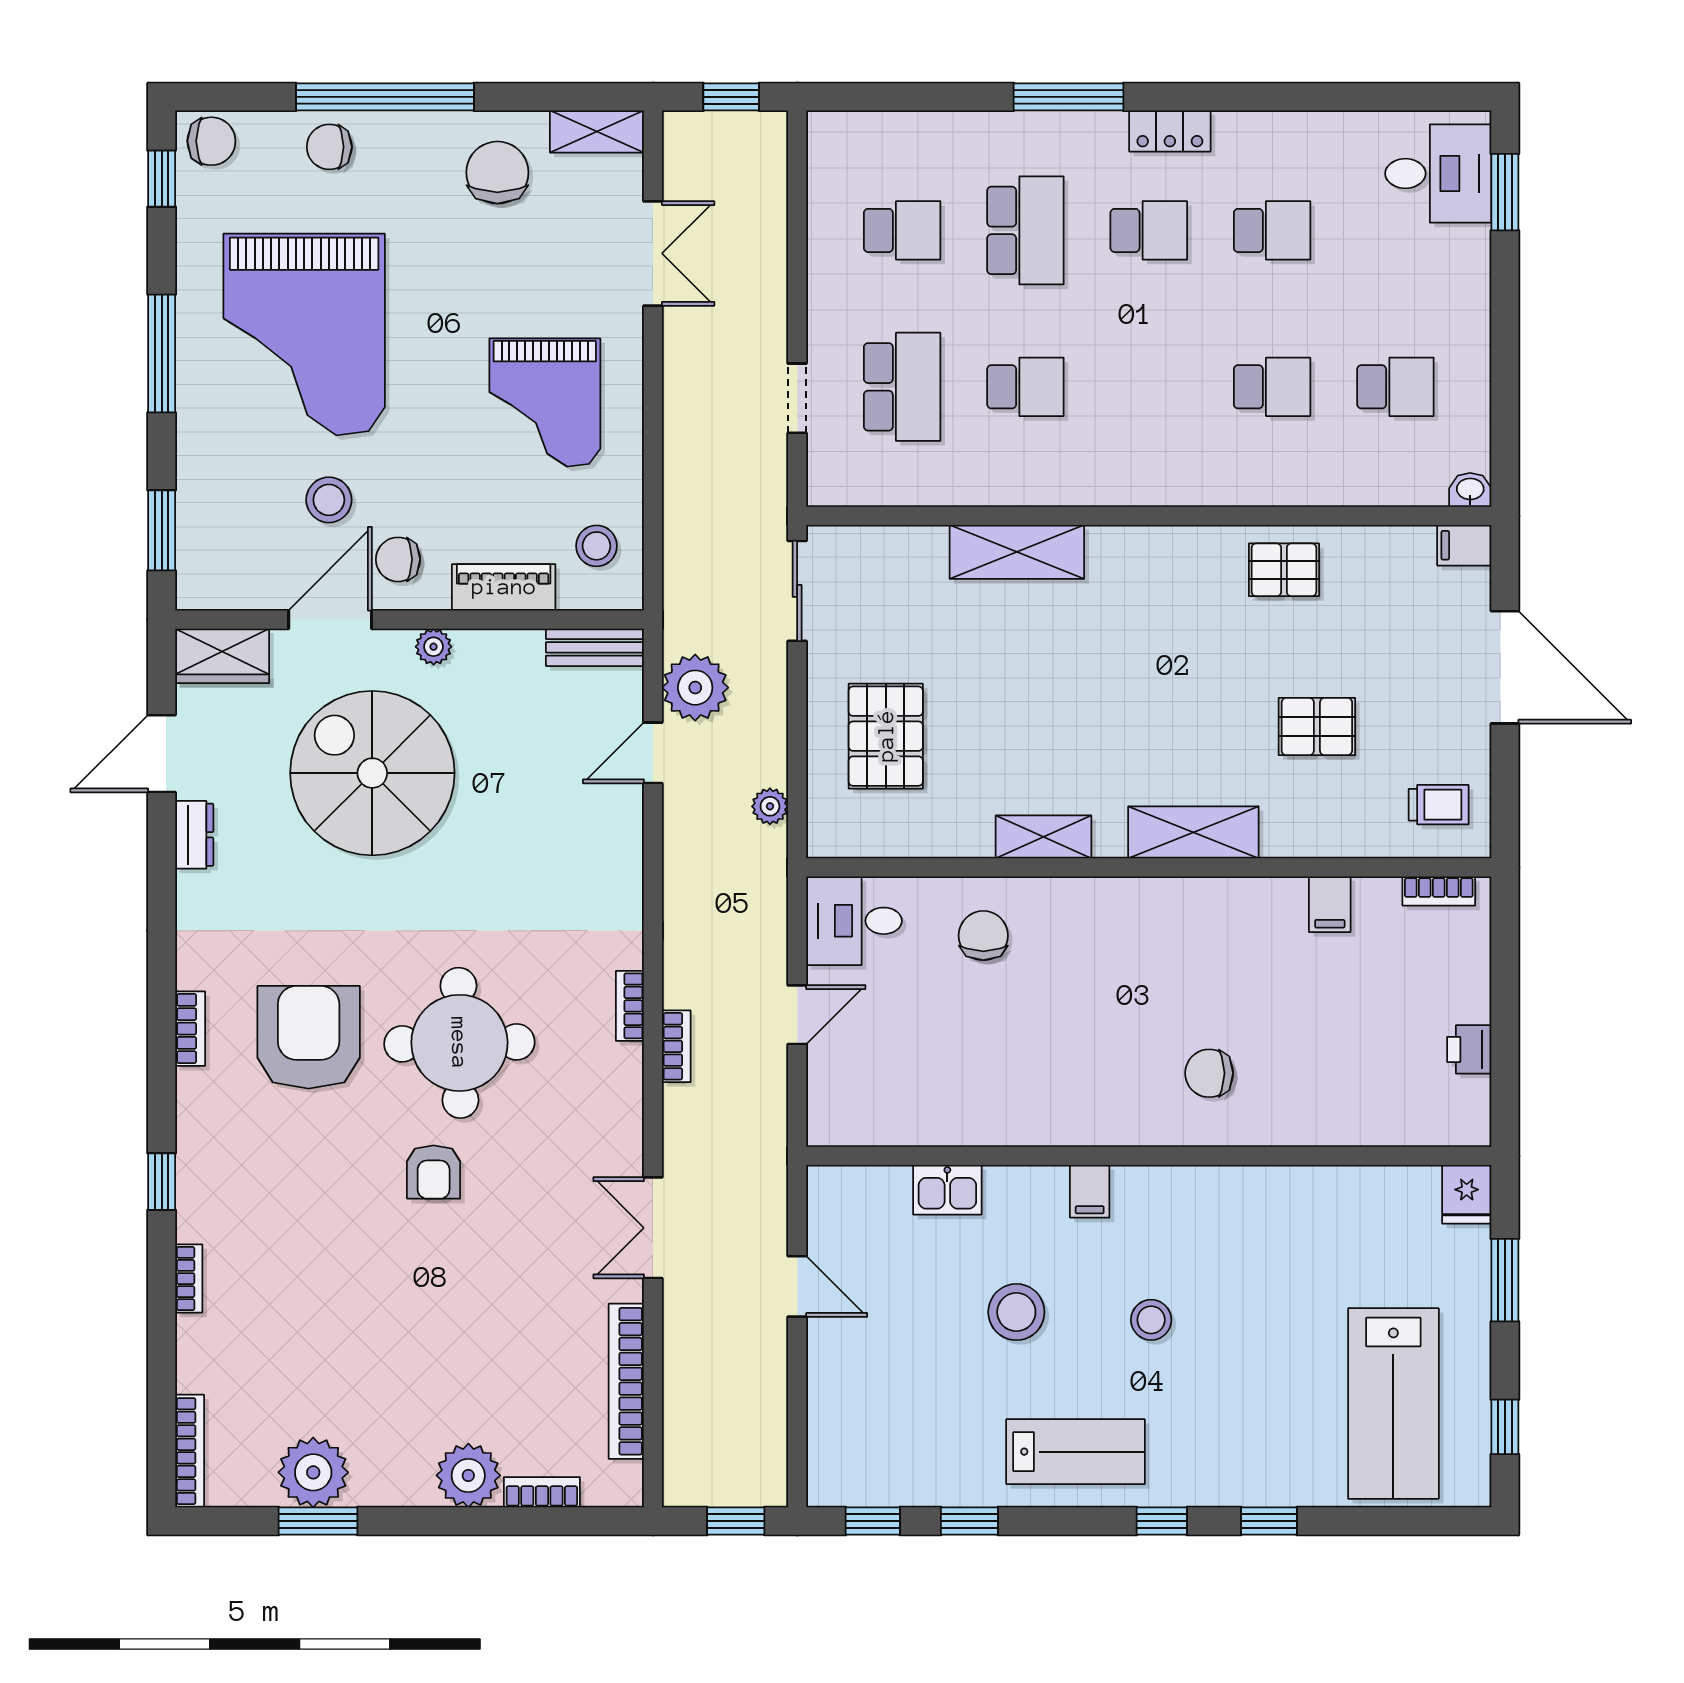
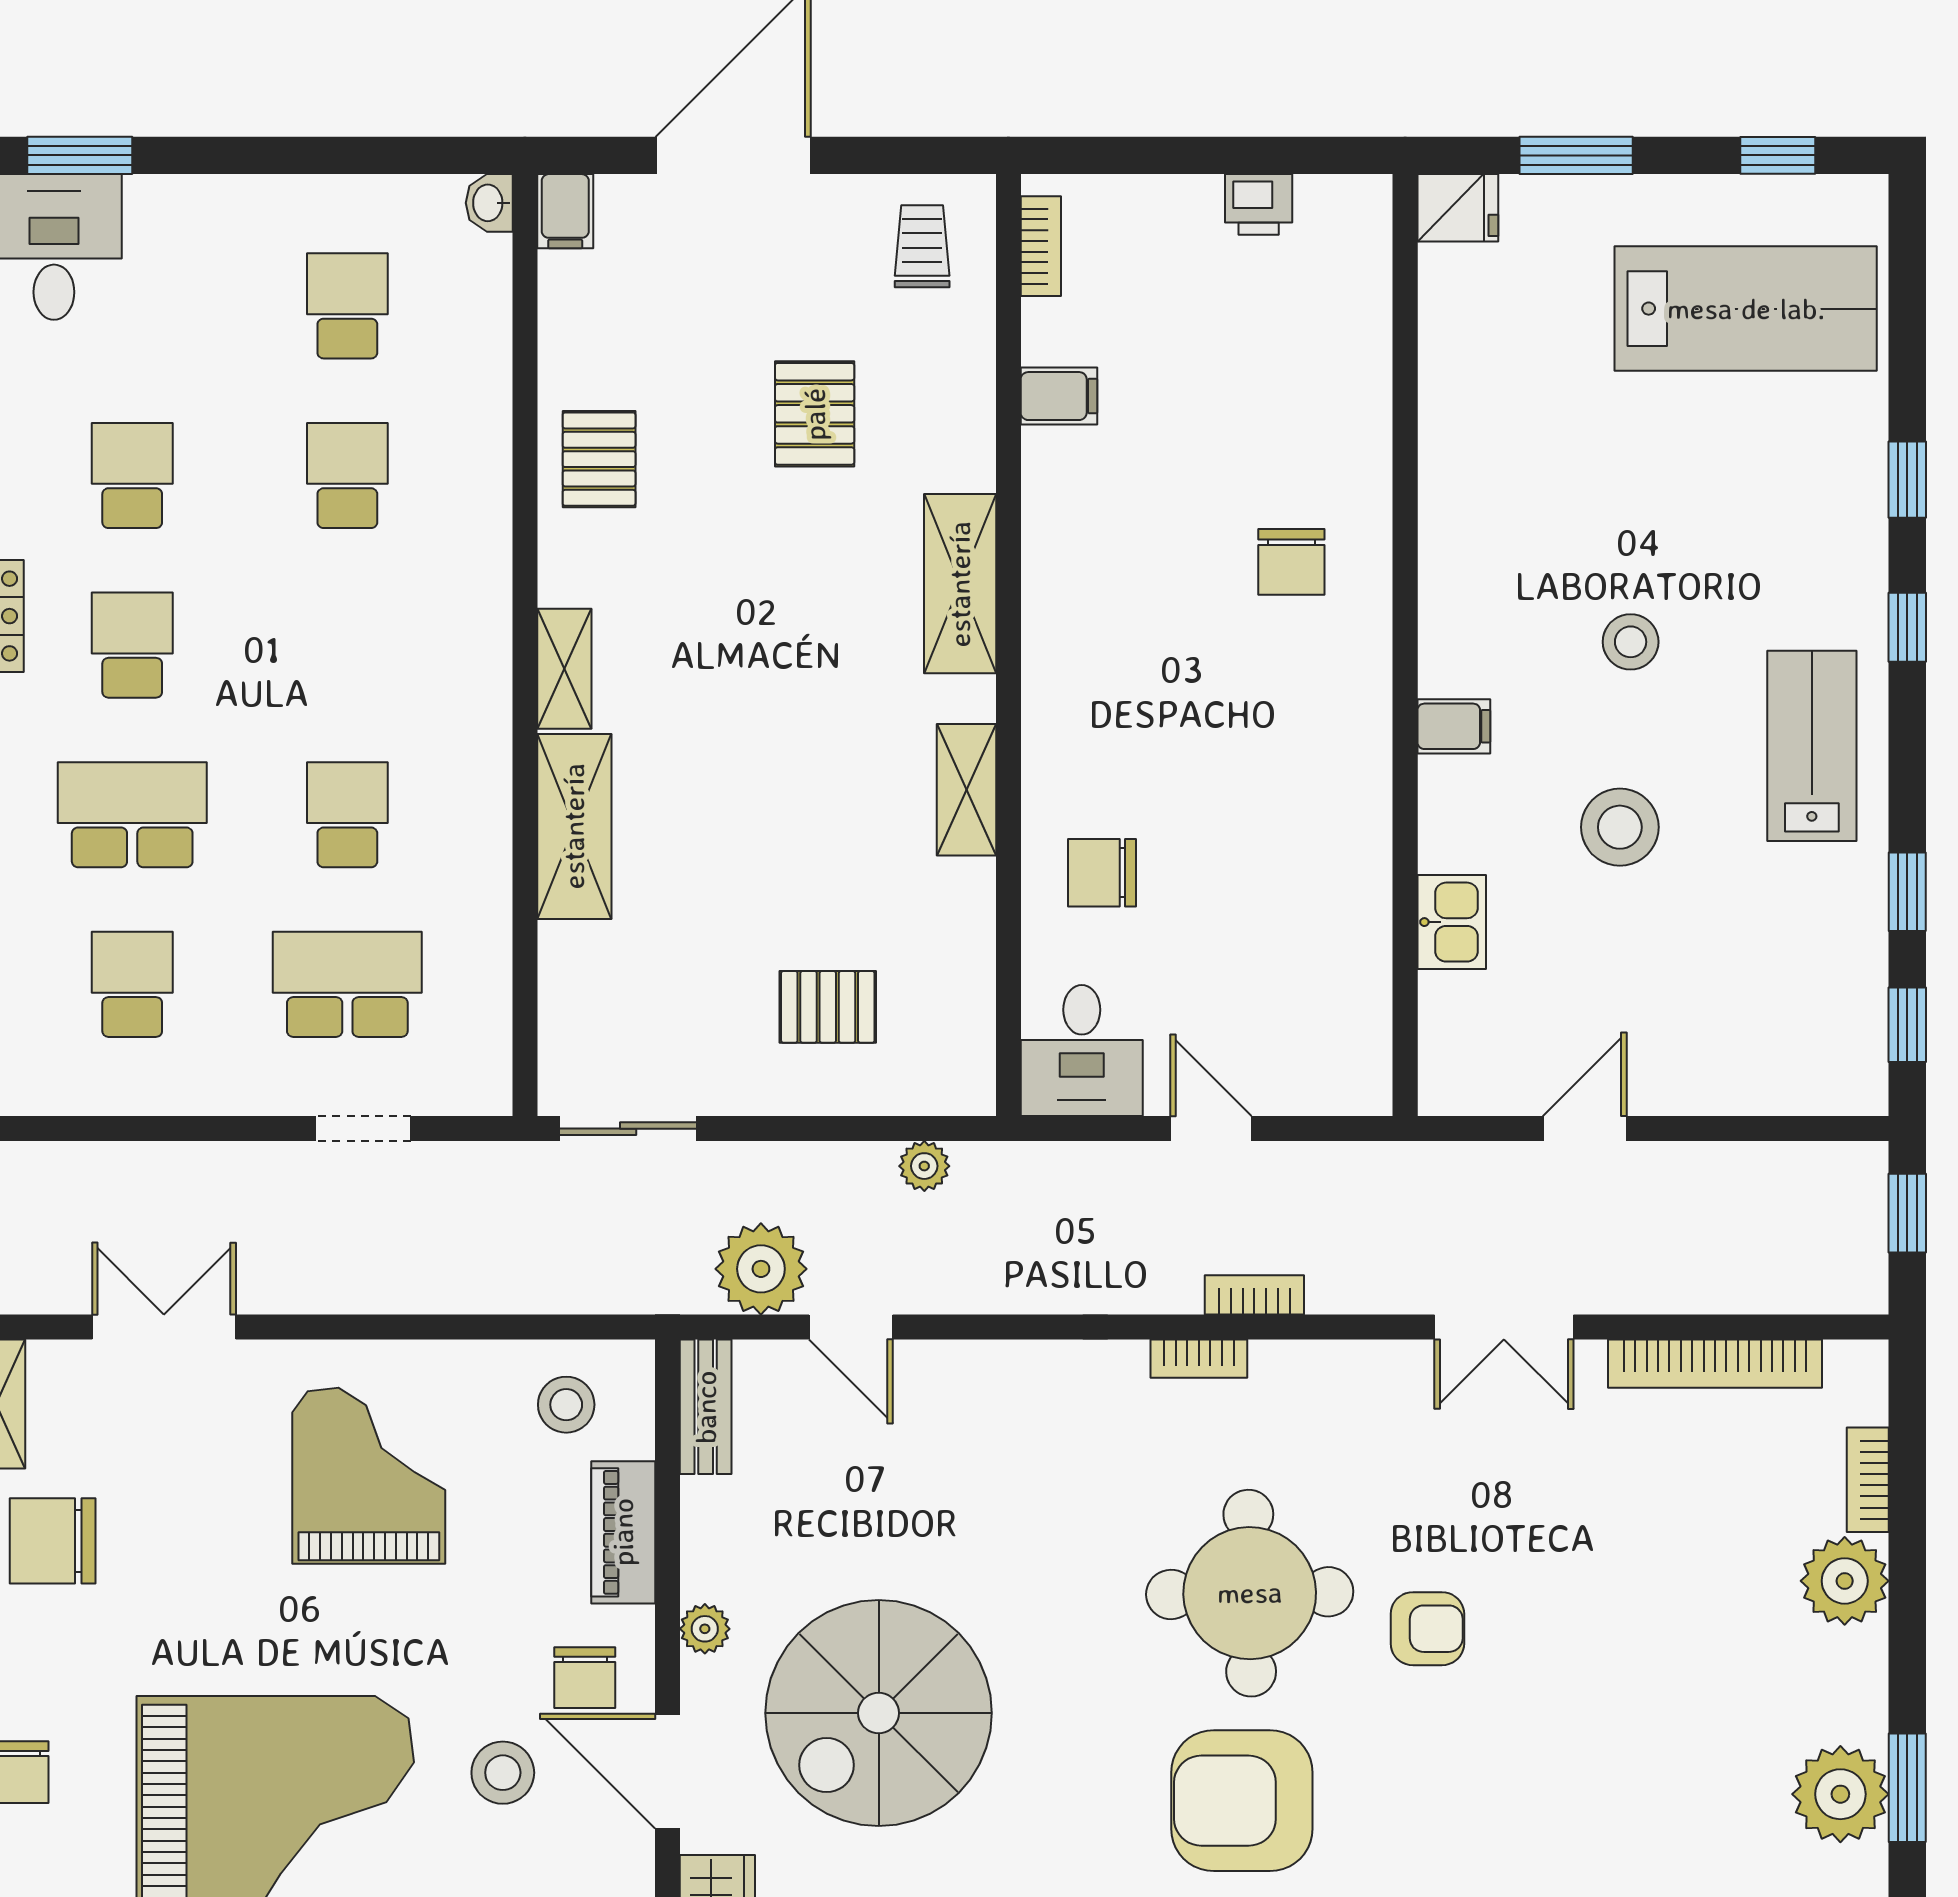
grand piano: (545, 402) -> (369, 1476), turned -90
shelving: (1132, 545) -> (564, 669), added
pallet: (886, 736) -> (828, 1007), width x0.67, depth x0.71

